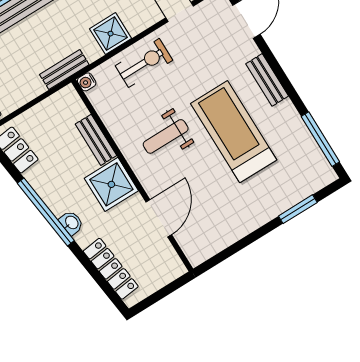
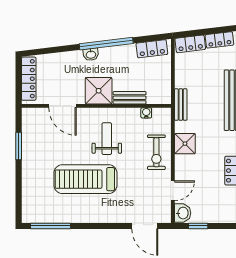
bench: (267, 80) -> (103, 217), removed
water cooler: (87, 82) -> (146, 113), moved
treadmill: (234, 132) -> (85, 179), turned 180
window: (298, 209) -> (19, 146), moved
locker: (111, 269) -> (29, 79), moved, turned -83

